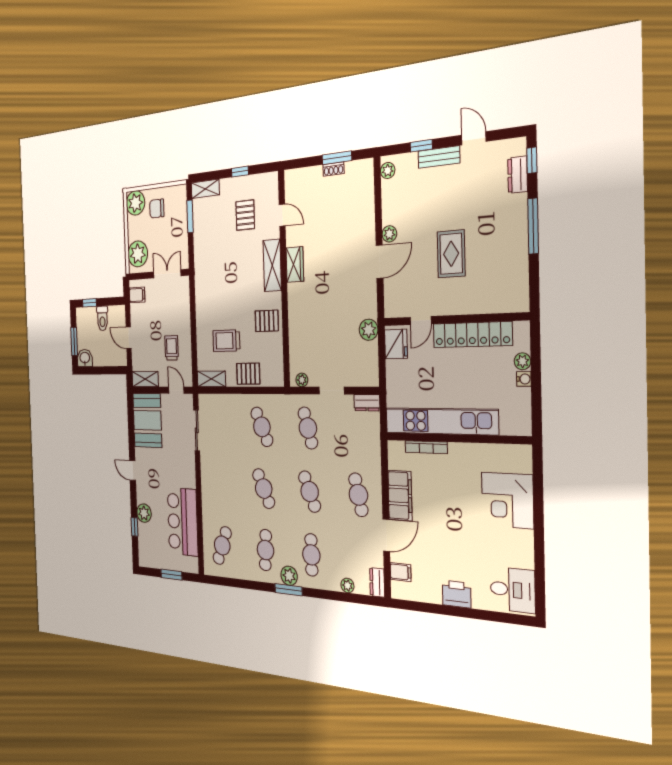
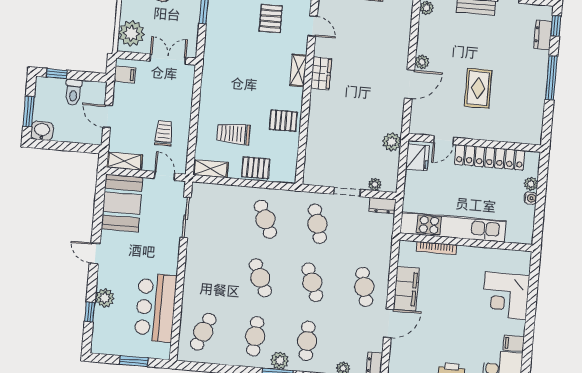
shelving: (272, 265) -> (298, 70), width x0.67, depth x0.75
plant: (302, 380) -> (375, 184), moved
filing cabinet: (401, 572) -> (514, 343), moved, turned 180

